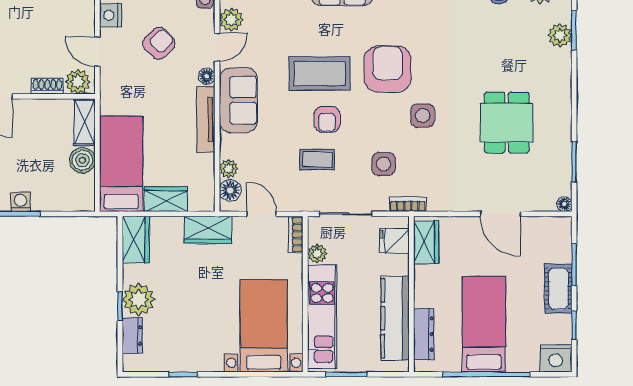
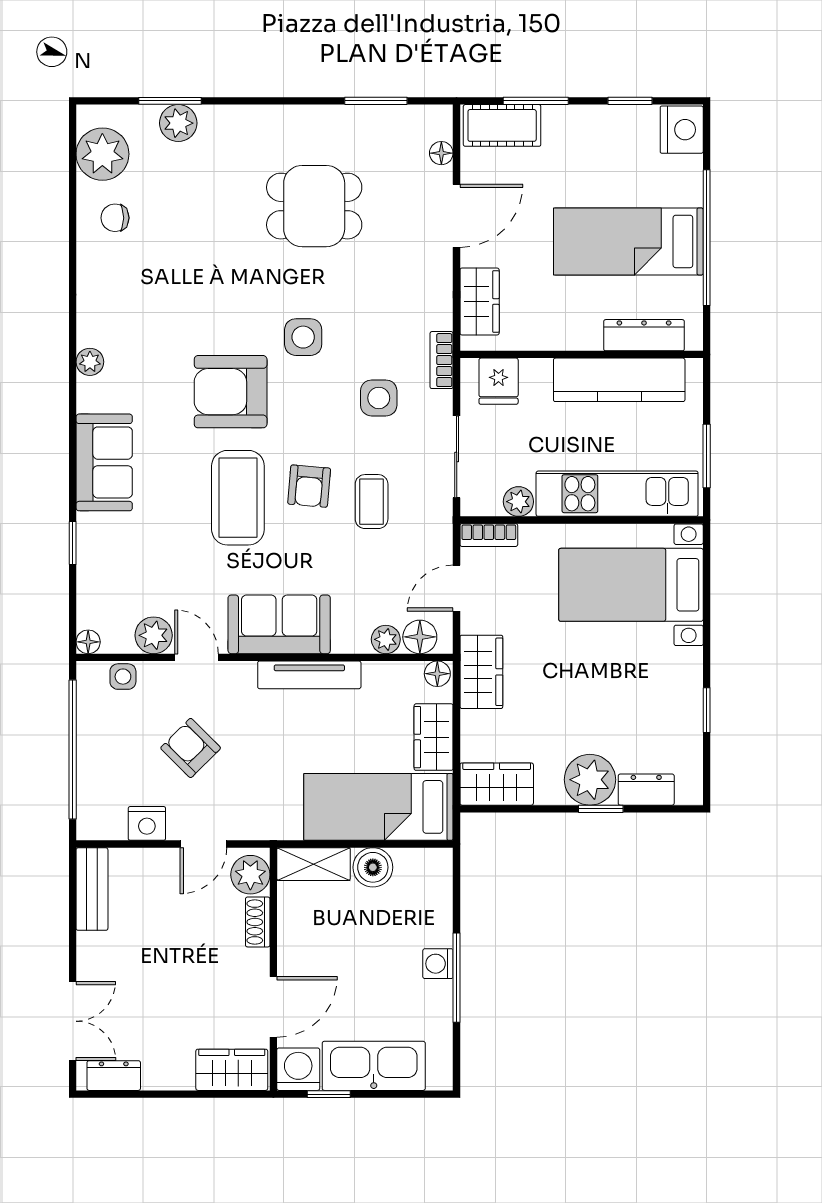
floor lamp: (207, 76) -> (437, 674), moved
armchair: (327, 119) -> (309, 486), turned 95
floor lamp: (564, 204) -> (441, 153), moved
wardrobe: (426, 242) -> (480, 301), moved, turned 90
cot: (558, 289) -> (502, 125), moved

